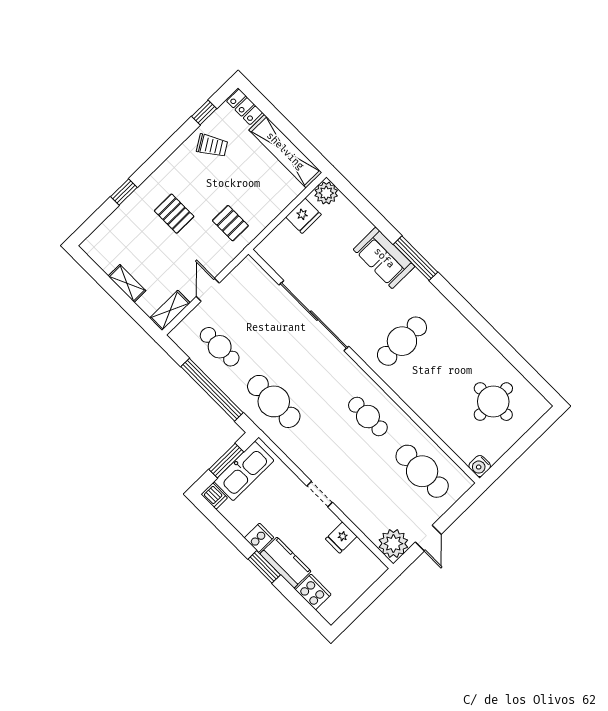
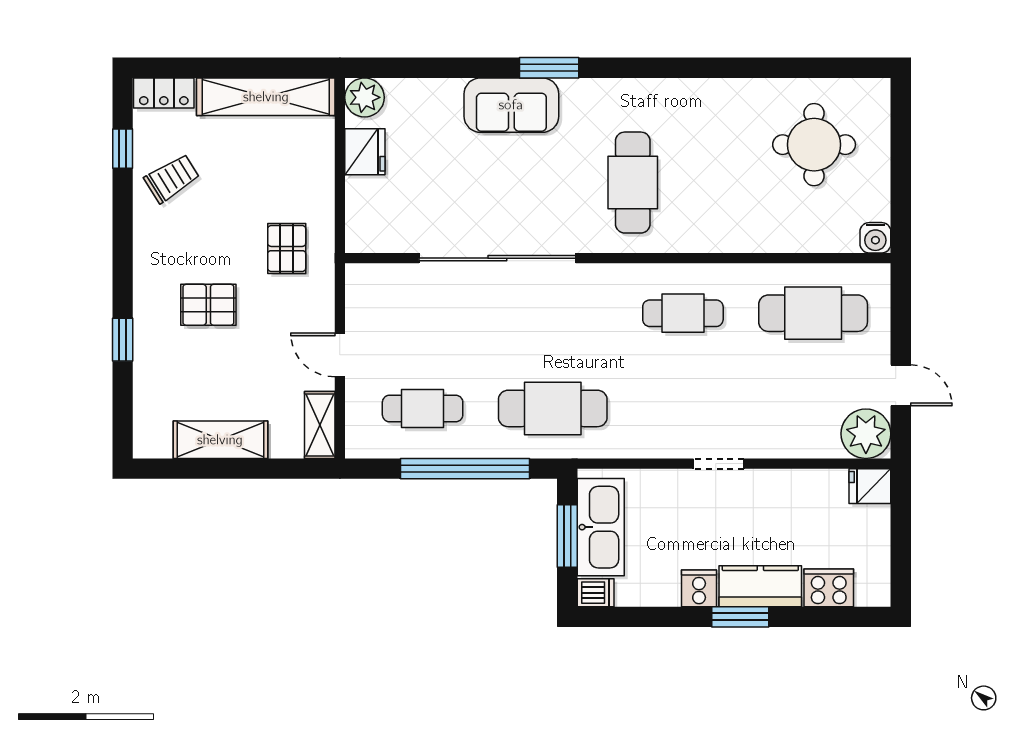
pallet: (230, 223) -> (287, 249), turned 90
window: (415, 258) -> (549, 68), width x0.69
shelving: (127, 283) -> (220, 440), width x1.50, depth x1.33
fridge: (341, 538) -> (870, 486), moved, turned 90

